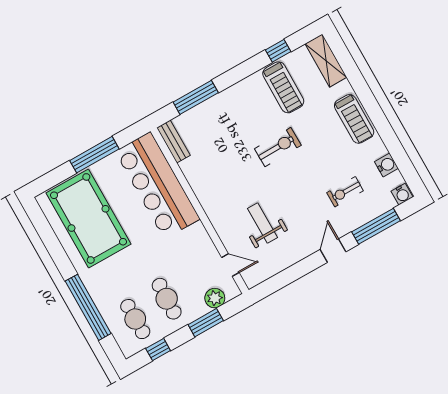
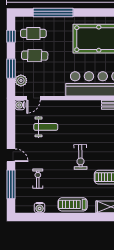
water cooler: (402, 194) -> (20, 105), moved

